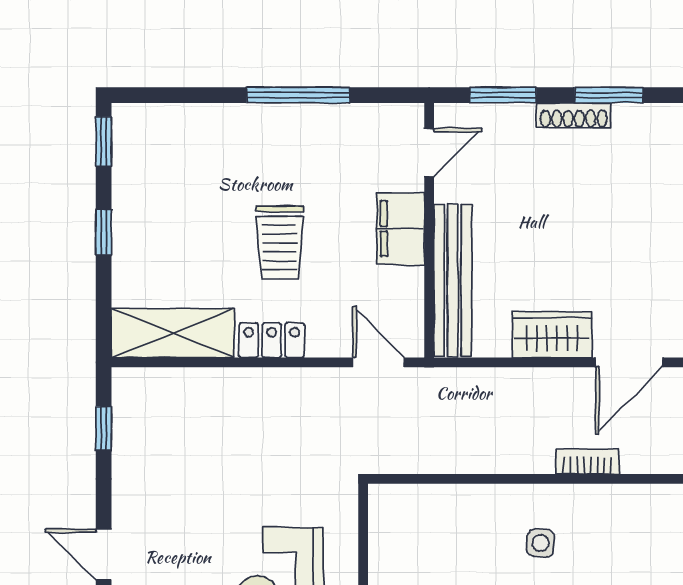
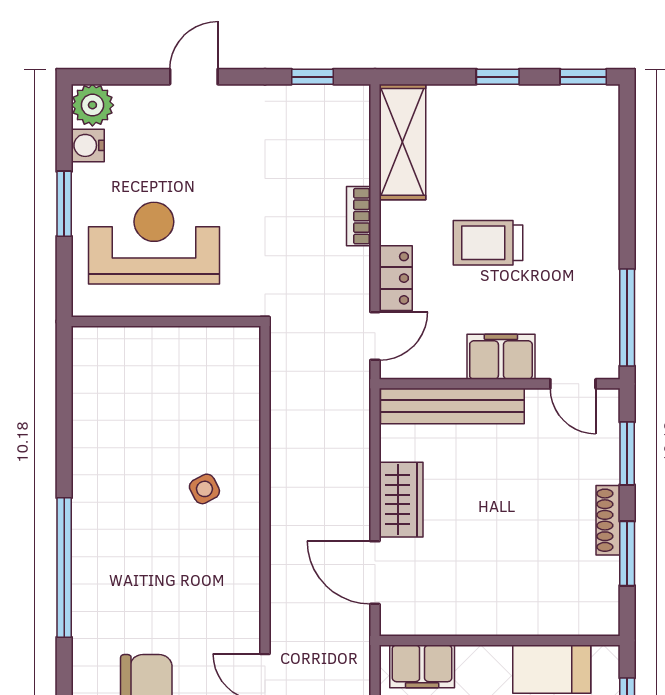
window: (298, 95) -> (627, 318), moved
locker: (272, 340) -> (396, 278), moved
bookcase: (587, 462) -> (359, 216), moved, turned 180
side table: (541, 543) -> (204, 489), turned -31

